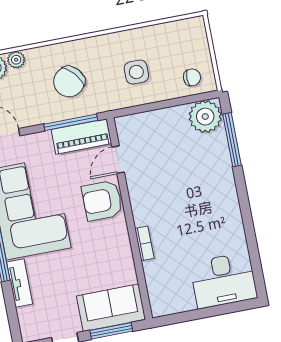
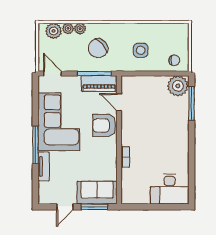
plant: (35, 56) -> (80, 29), added
door: (118, 160) -> (119, 102), hinge flipped

